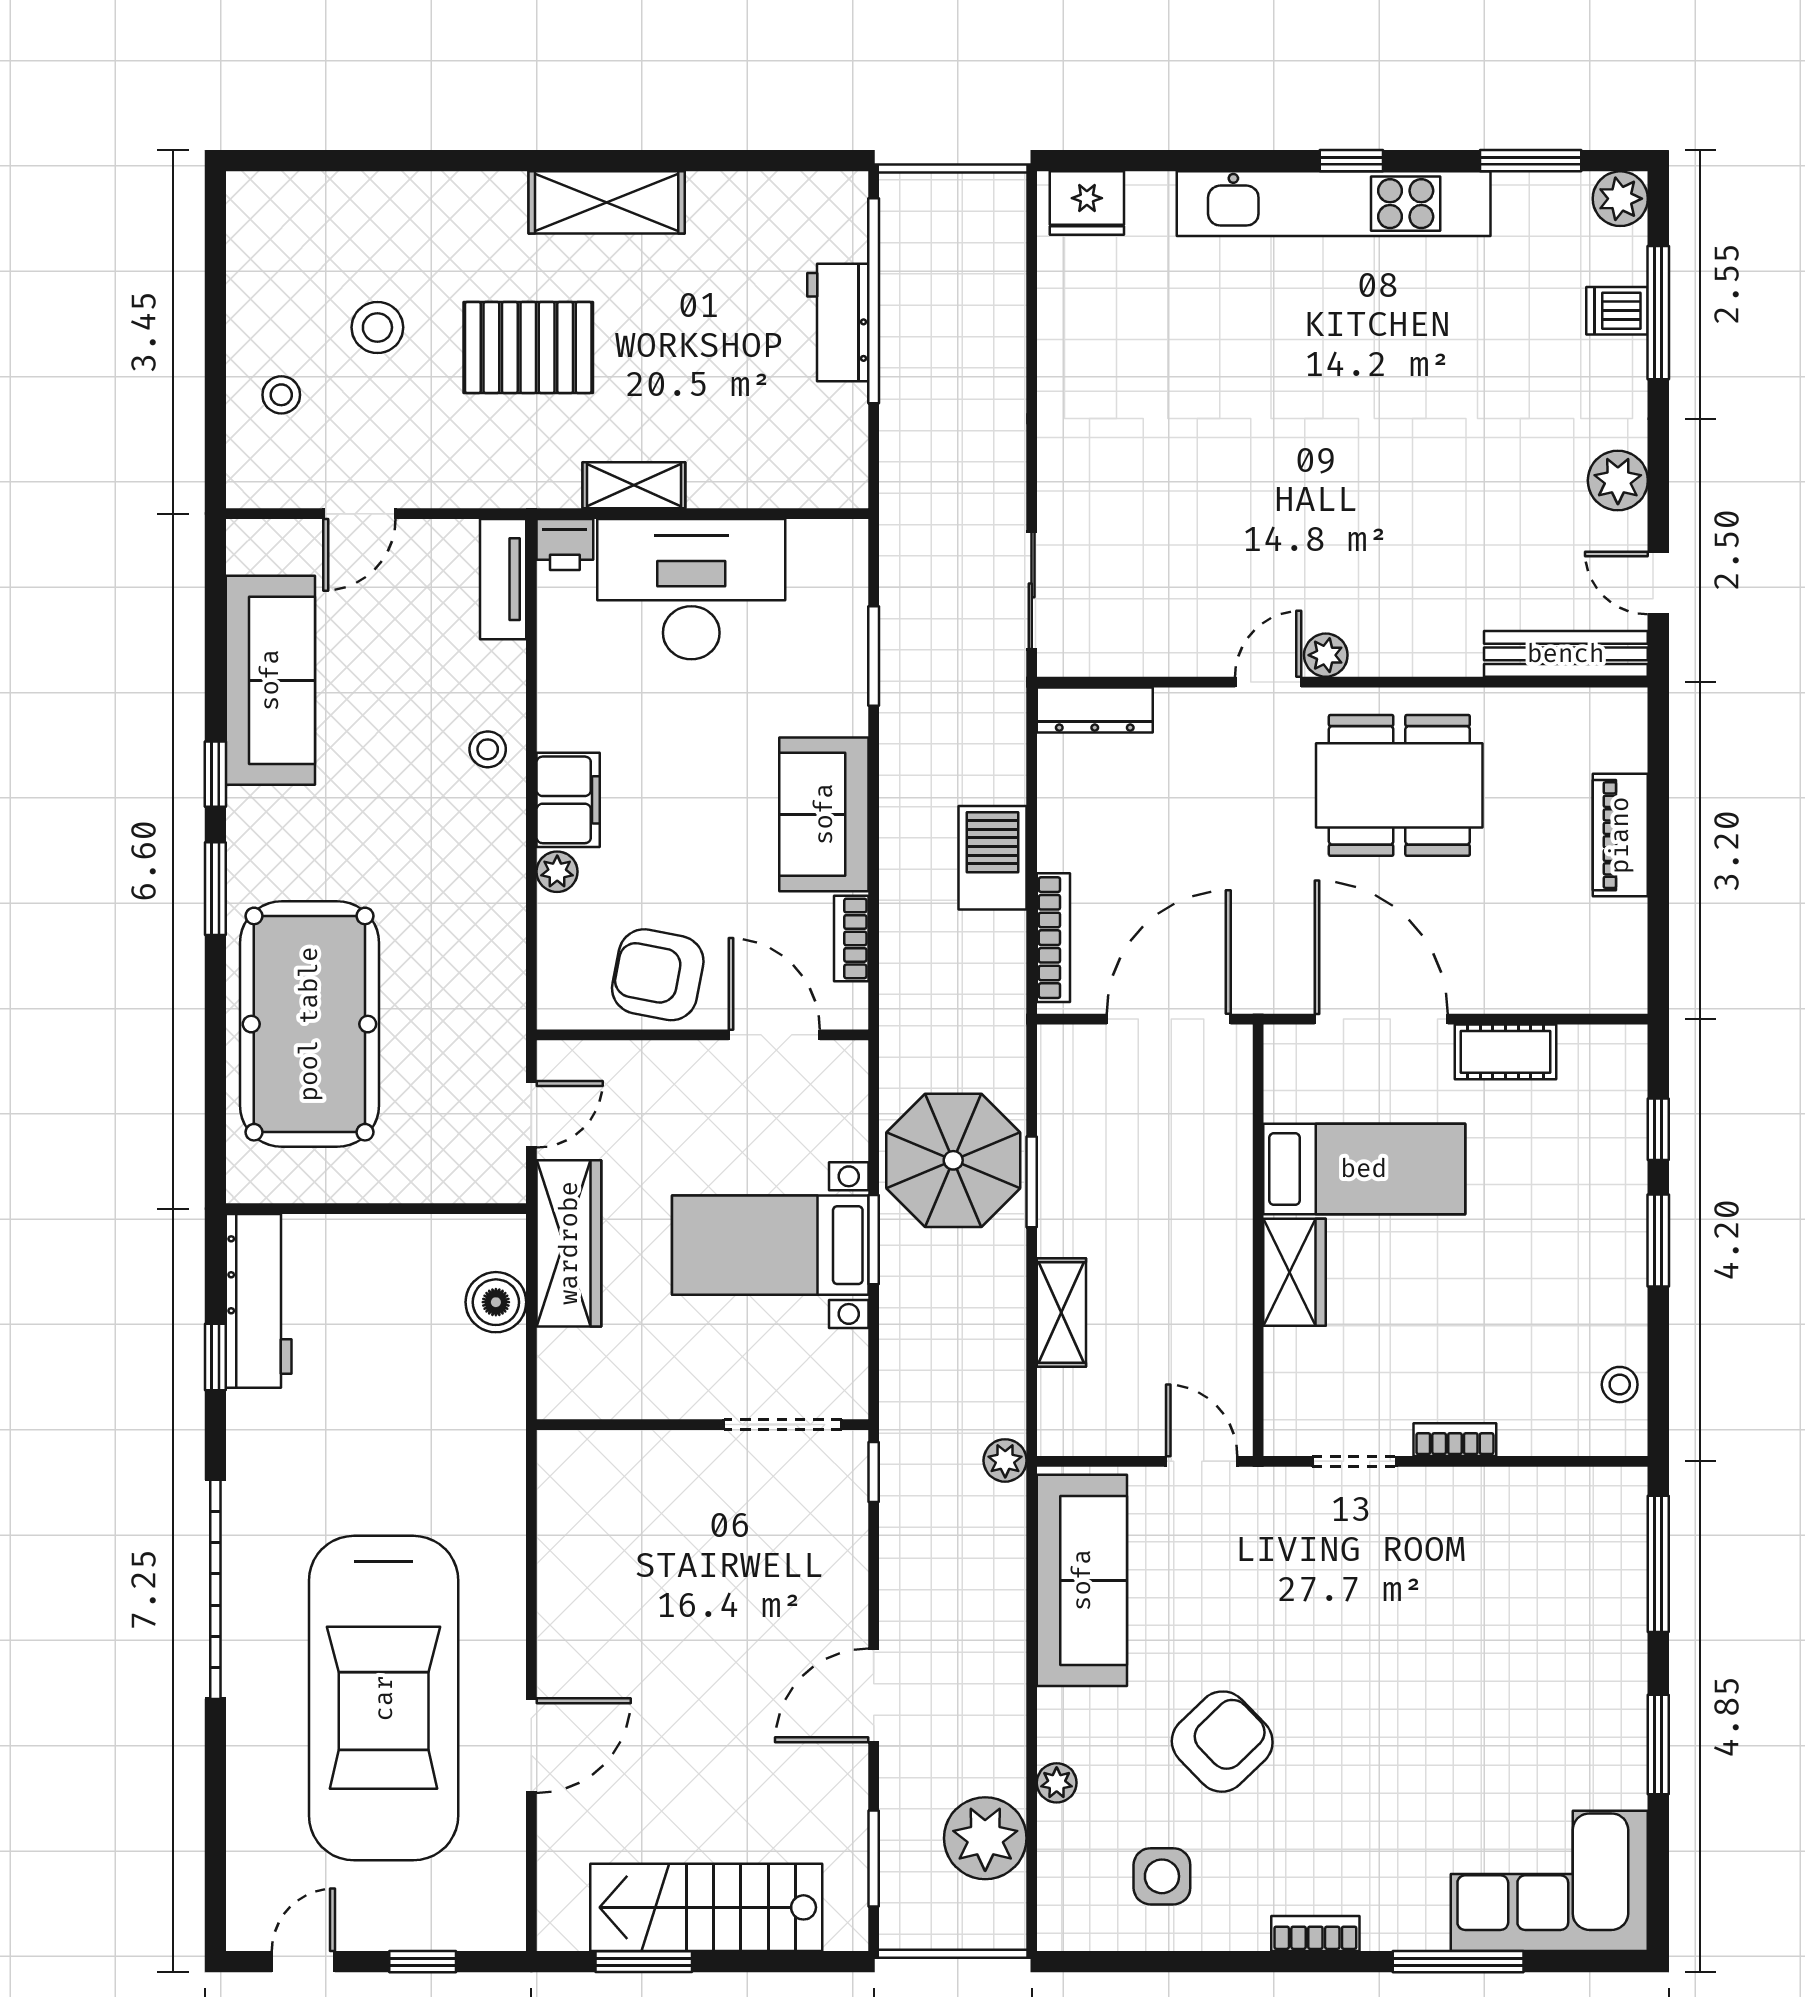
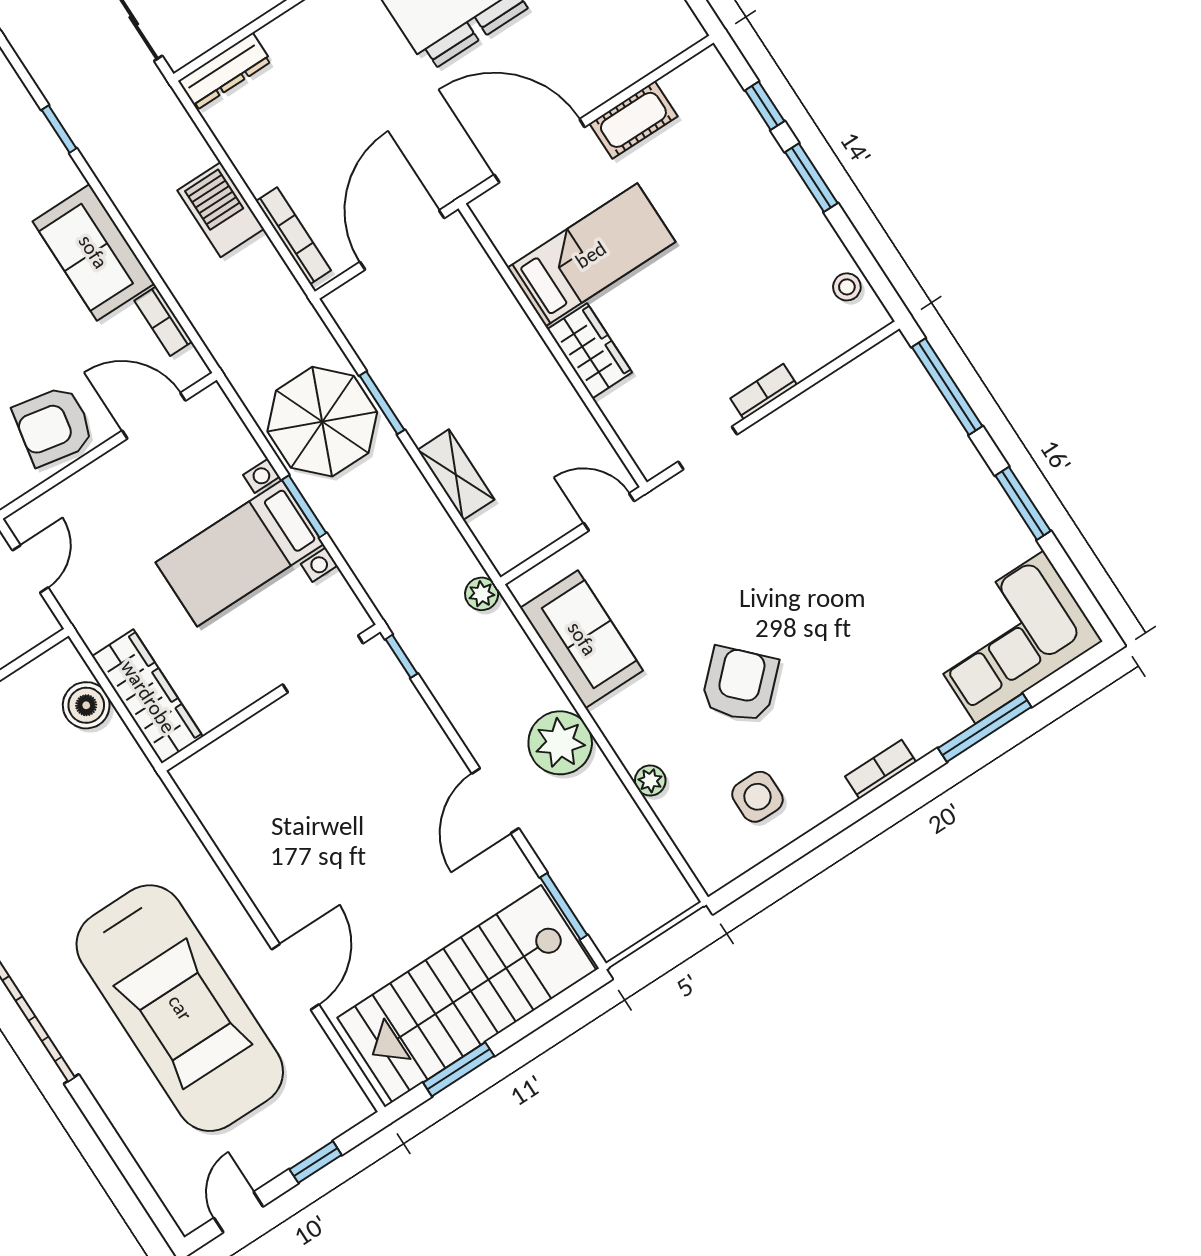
window: (874, 656) -> (59, 129), width x0.67
wardrobe: (569, 1243) -> (148, 697), moved
sofa: (1082, 1580) -> (582, 639), width x0.73
plant: (985, 1838) -> (560, 743), moved
stairs: (706, 1907) -> (467, 994), width x1.36, depth x1.51

